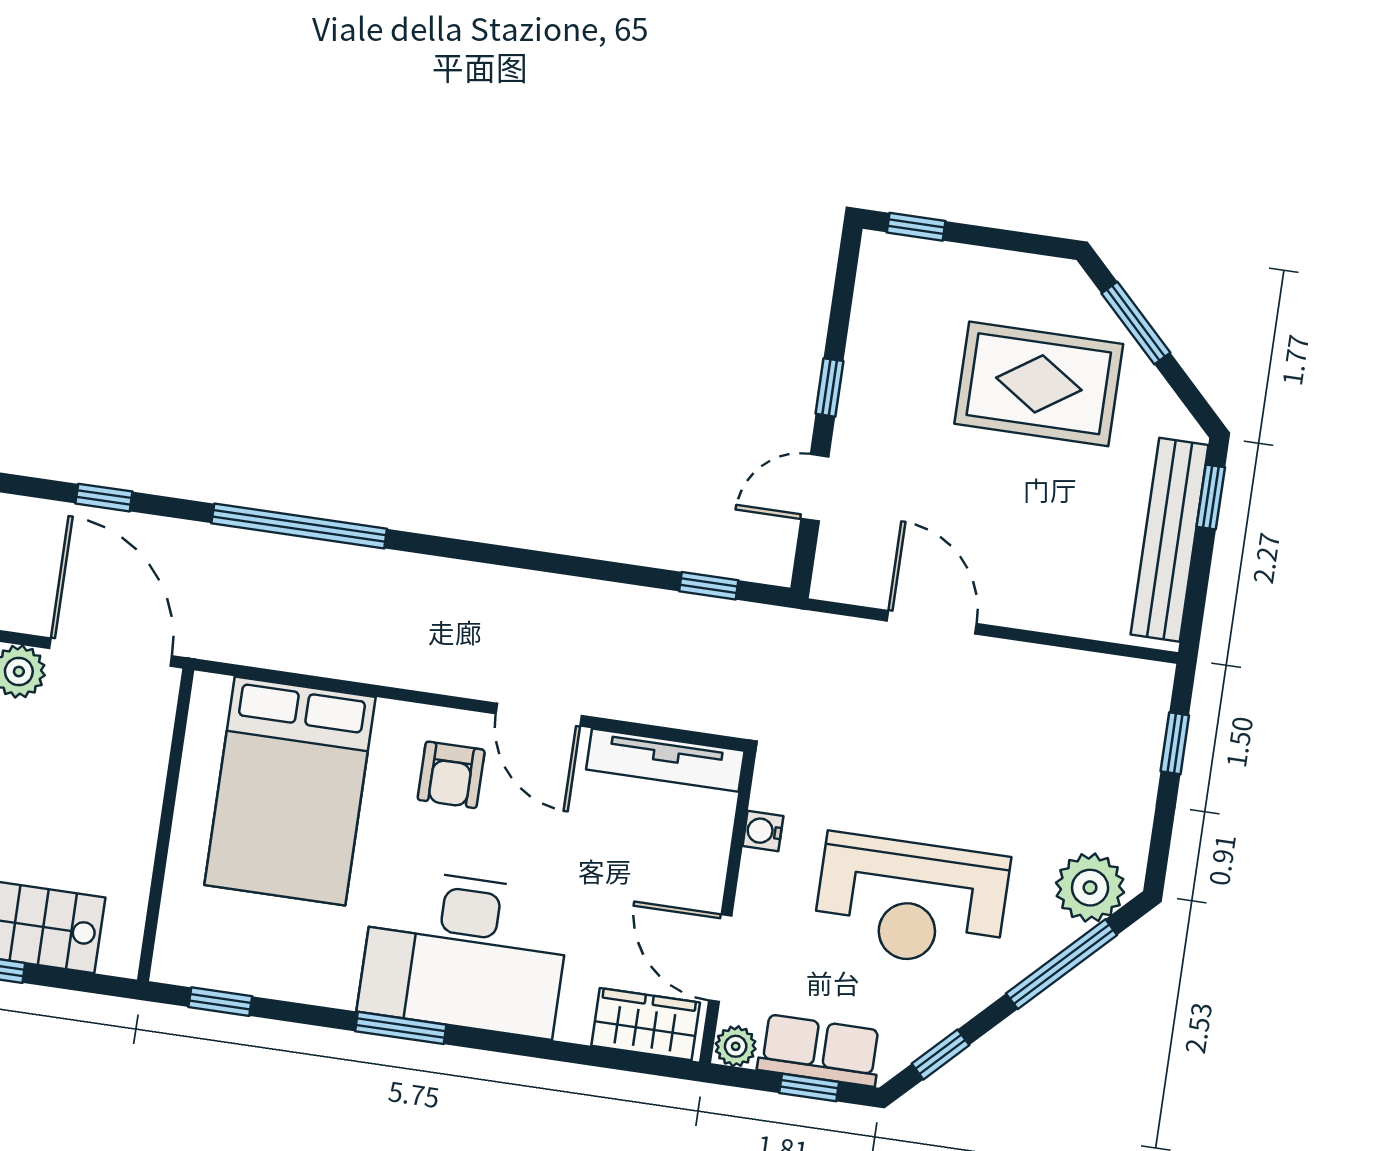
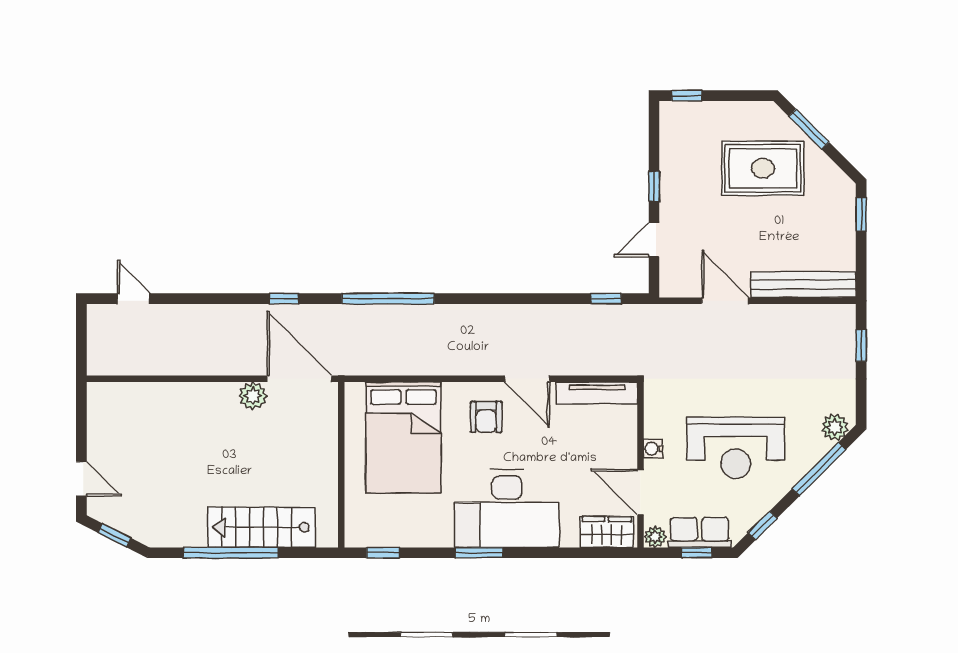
bench: (1170, 540) -> (804, 285), moved, turned 90
water cooler: (763, 831) -> (653, 449), moved
plant: (1090, 888) -> (835, 427), width x0.73, depth x0.73

